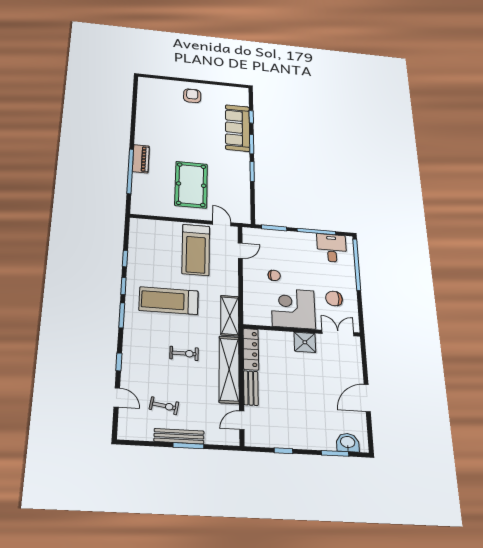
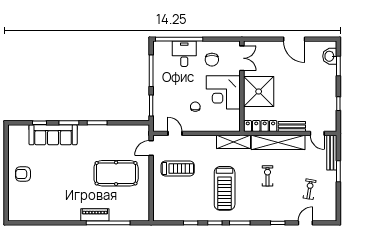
desk: (332, 248) -> (184, 54), moved, turned 90
treadmill: (196, 250) -> (178, 169), width x0.73, depth x0.73
double door: (338, 333) -> (242, 58), swing flipped
shower: (305, 342) -> (259, 91), width x1.86, depth x1.86
bench: (179, 436) -> (332, 153), moved

